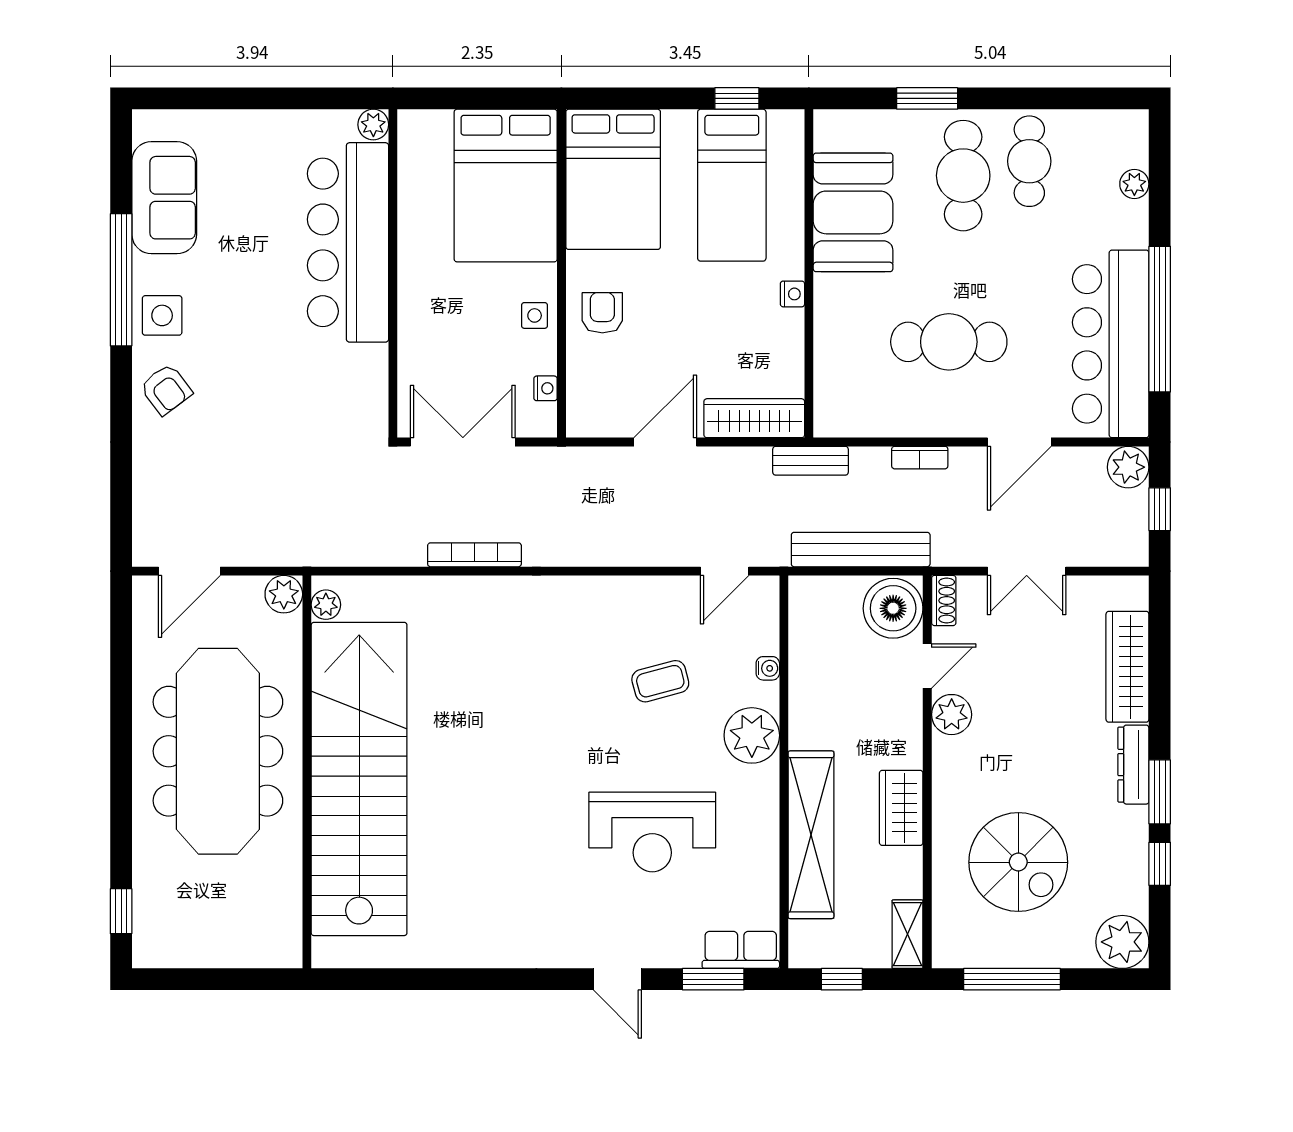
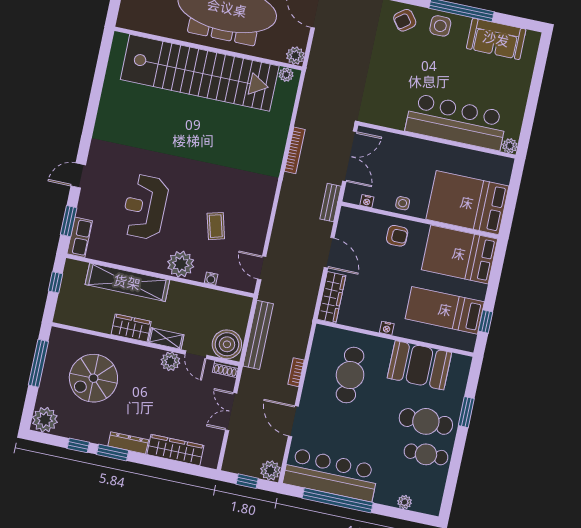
cafe table: (949, 342) -> (350, 375), moved
bench: (810, 461) -> (330, 203), moved
shelving: (908, 934) -> (166, 339), moved

